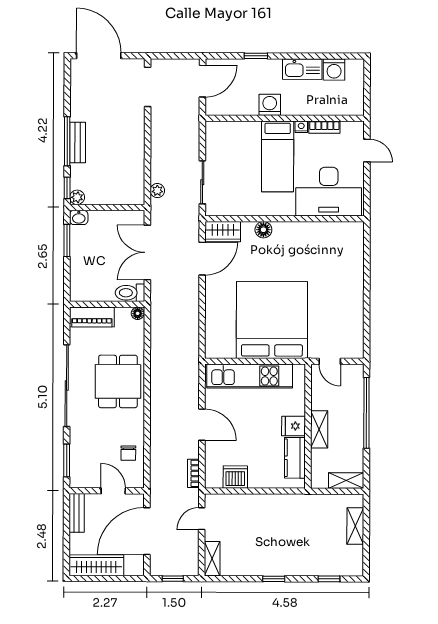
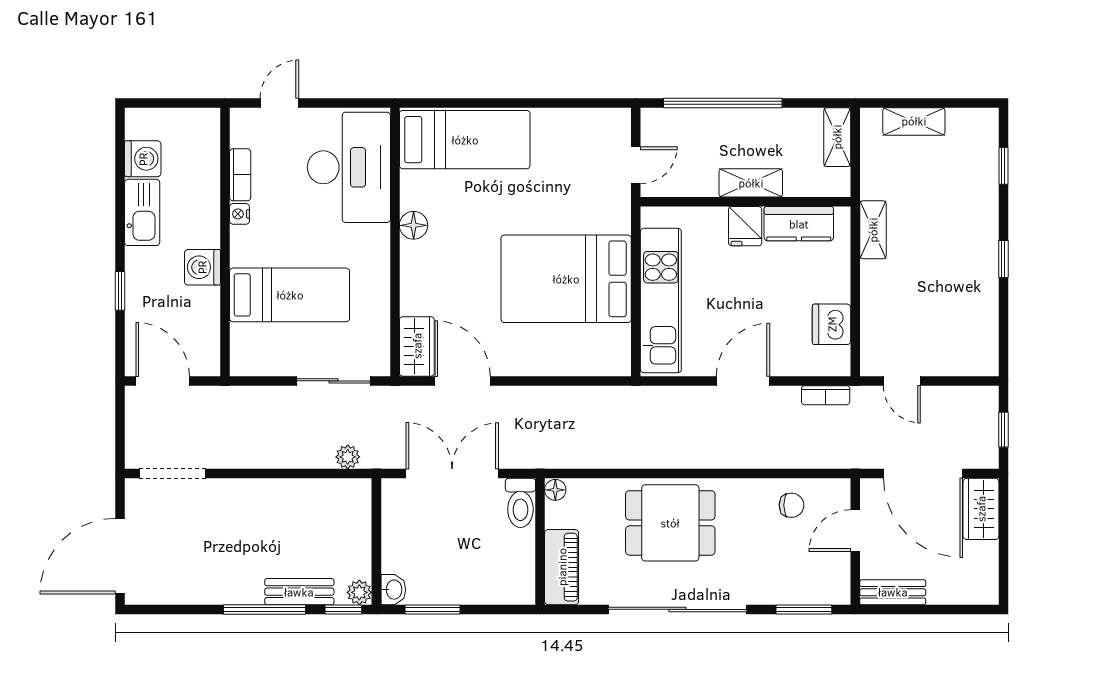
bench: (78, 143) -> (299, 592), moved
bed: (278, 156) -> (290, 295), moved
floor lamp: (263, 230) -> (414, 225), moved
double door: (147, 252) -> (452, 474), swing flipped
bed: (345, 260) -> (465, 140), added
bed: (272, 320) -> (566, 279), width x0.73
shelving: (212, 559) -> (873, 230), moved, turned 90
wardrobe: (96, 565) -> (981, 509), moved, width x0.67

